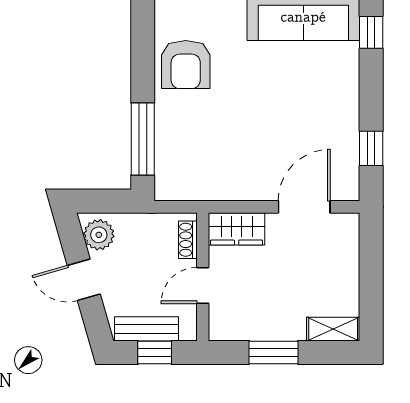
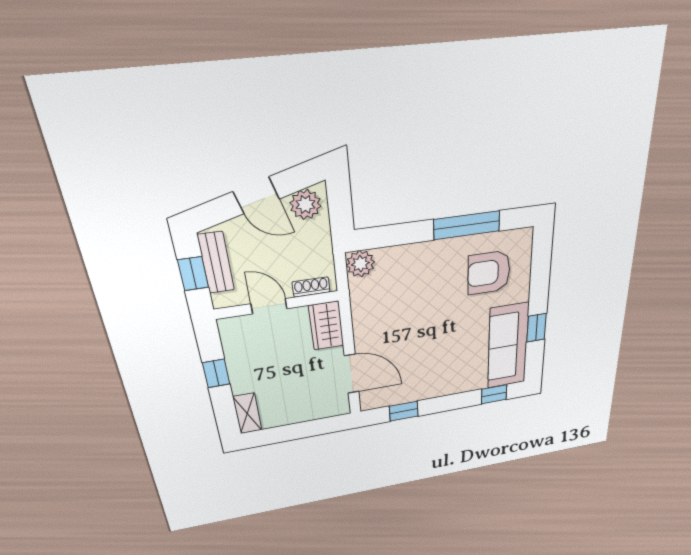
armchair: (186, 65) -> (489, 273), moved
window: (143, 139) -> (467, 225), moved
plant: (169, 186) -> (360, 264), added
door: (84, 280) -> (256, 195), swing flipped
window: (274, 352) -> (216, 373), width x0.67

